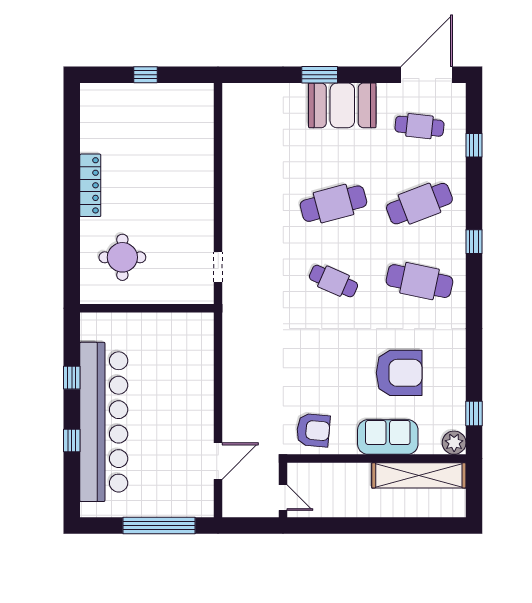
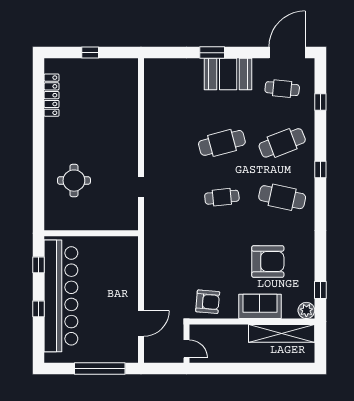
locker: (90, 185) -> (52, 95), moved
cafe table: (333, 281) -> (222, 197), turned -30
wall: (147, 308) -> (91, 233), moved

